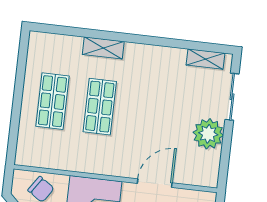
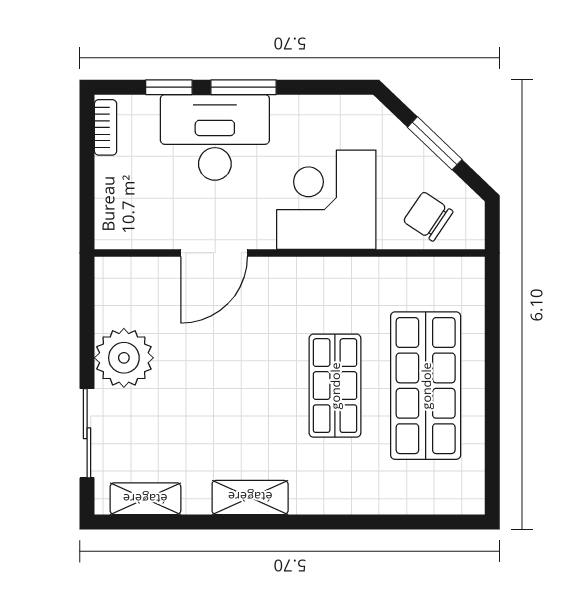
shelving: (103, 48) -> (250, 497), moved
shop shelf: (52, 101) -> (426, 386), width x1.43, depth x1.36

